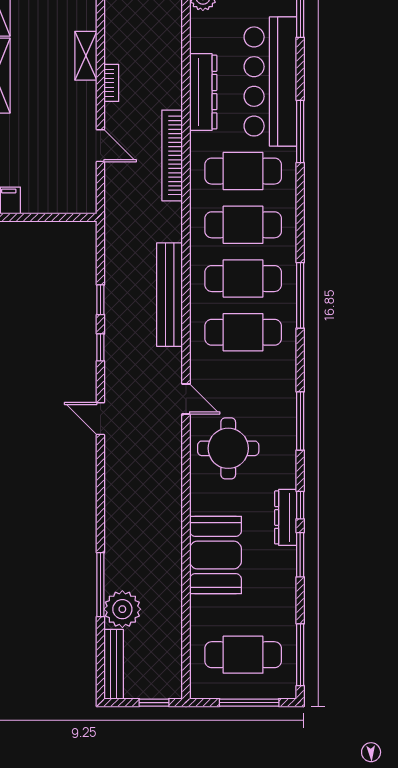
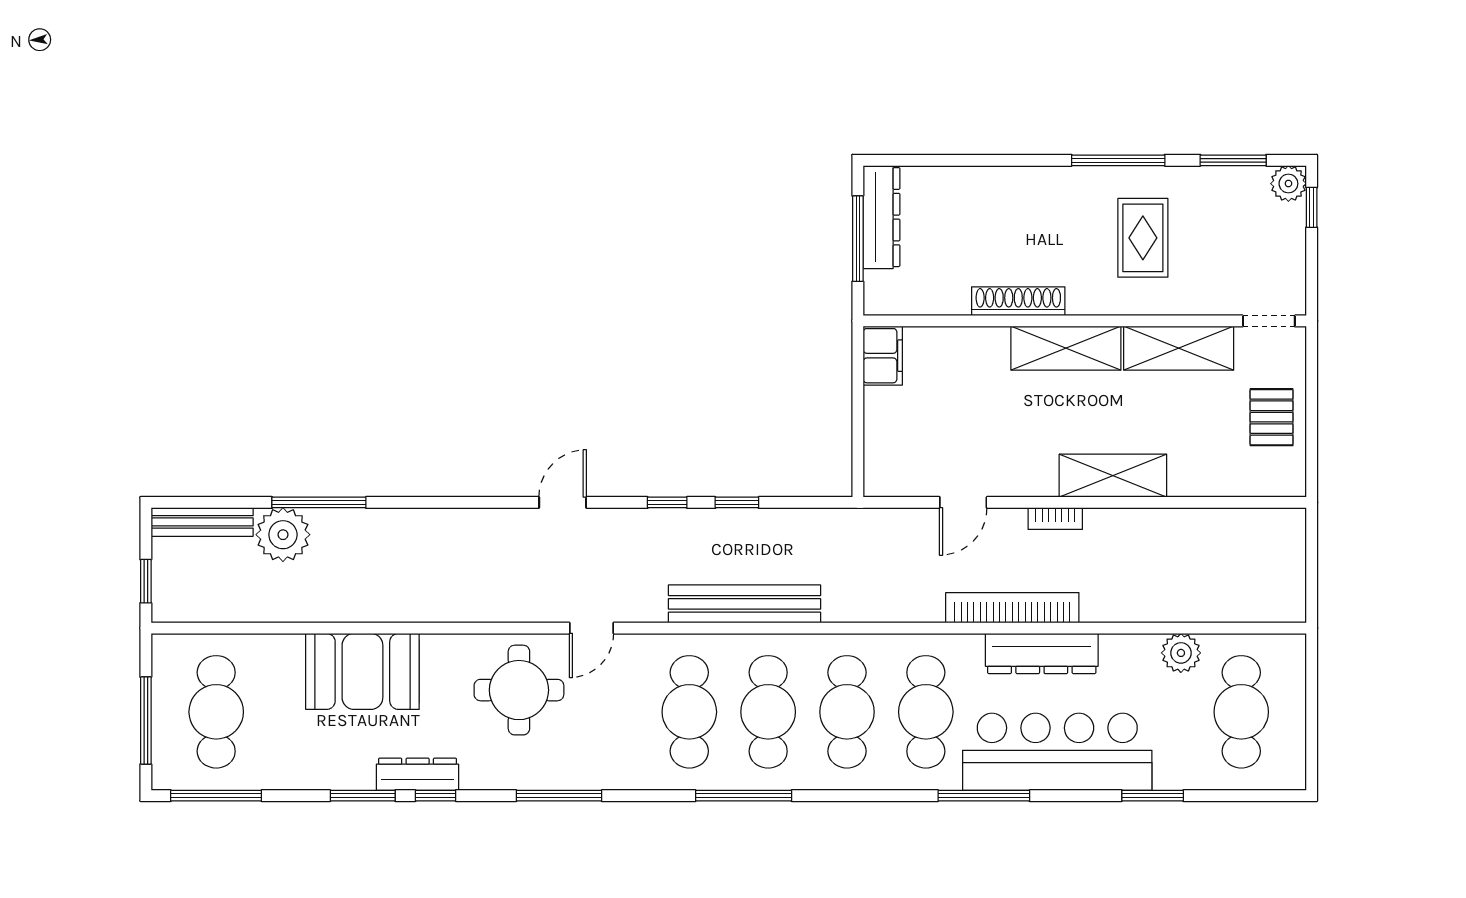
shelving: (86, 56) -> (1113, 476), width x1.50, depth x1.33
bookcase: (172, 155) -> (1012, 608), moved

